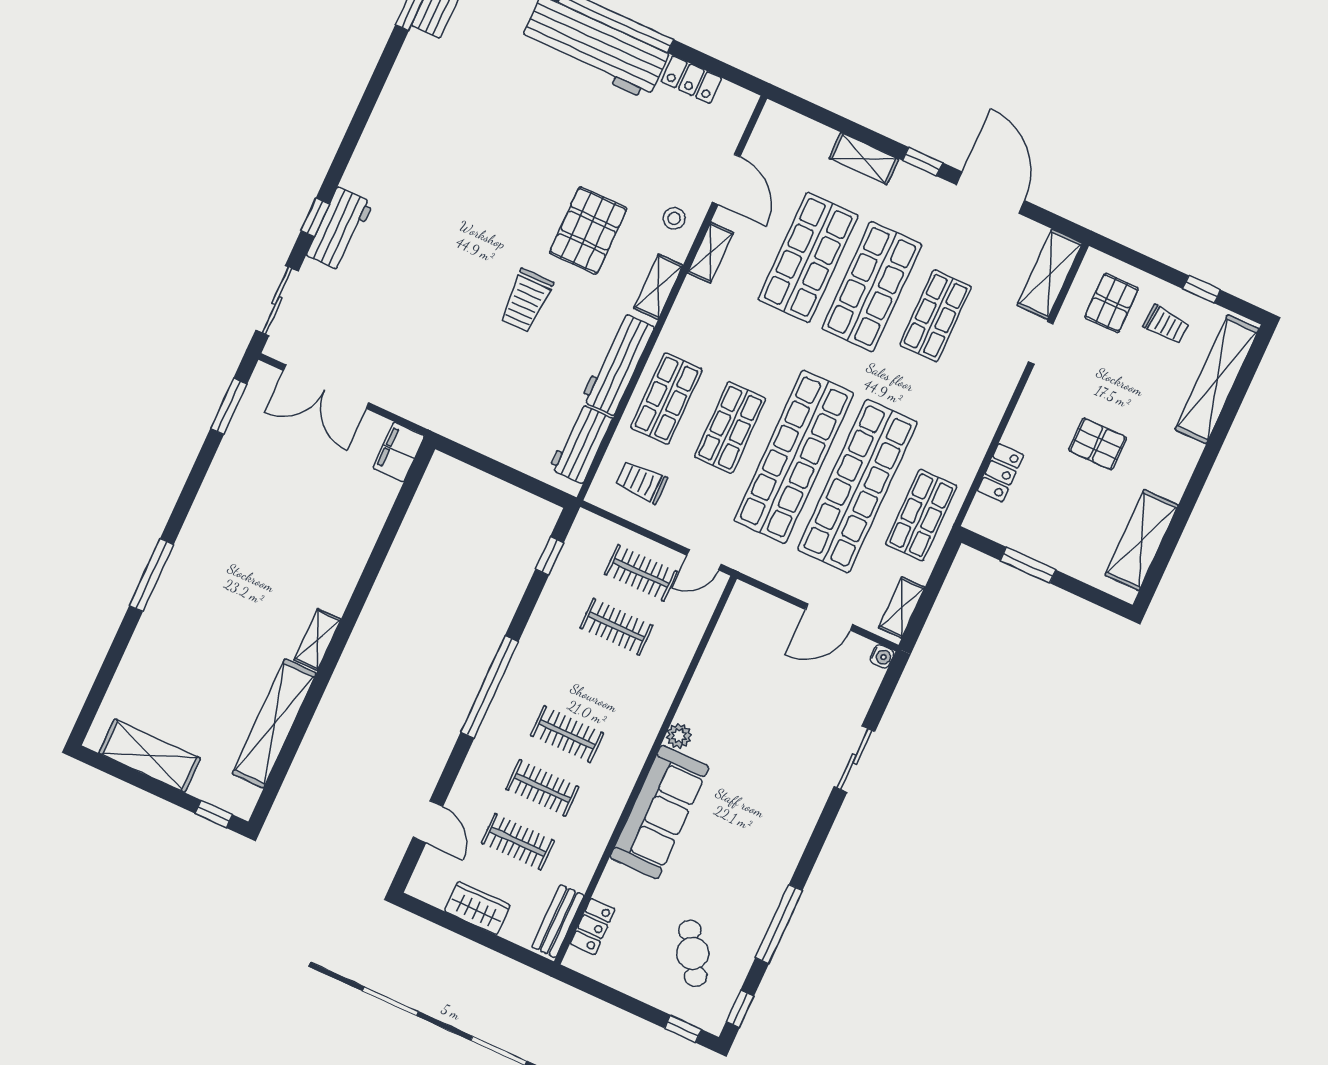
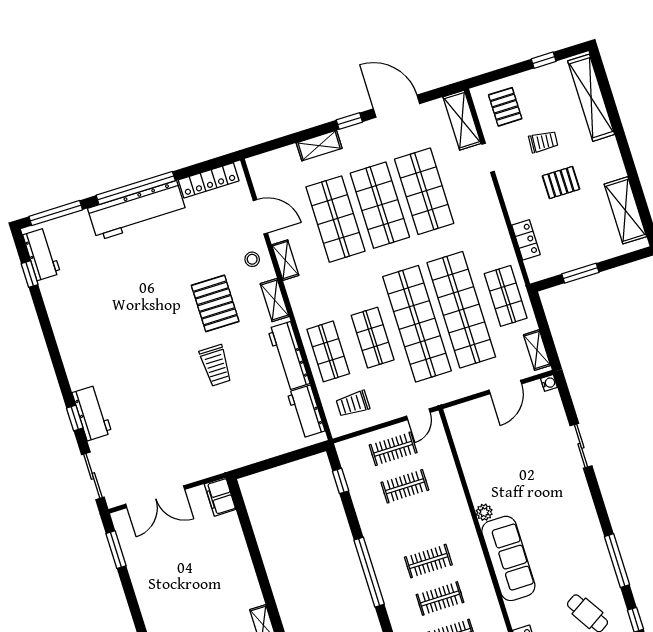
locker: (691, 80) -> (209, 180), width x1.53
shop shelf: (935, 316) -> (424, 191), width x1.43, depth x1.36
trolley: (1166, 324) -> (543, 142), moved

